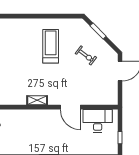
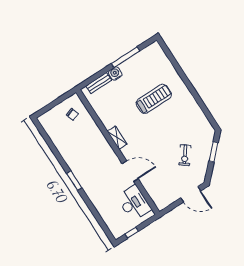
treadmill: (51, 46) -> (154, 99), moved
door: (70, 107) -> (130, 171), swing flipped

